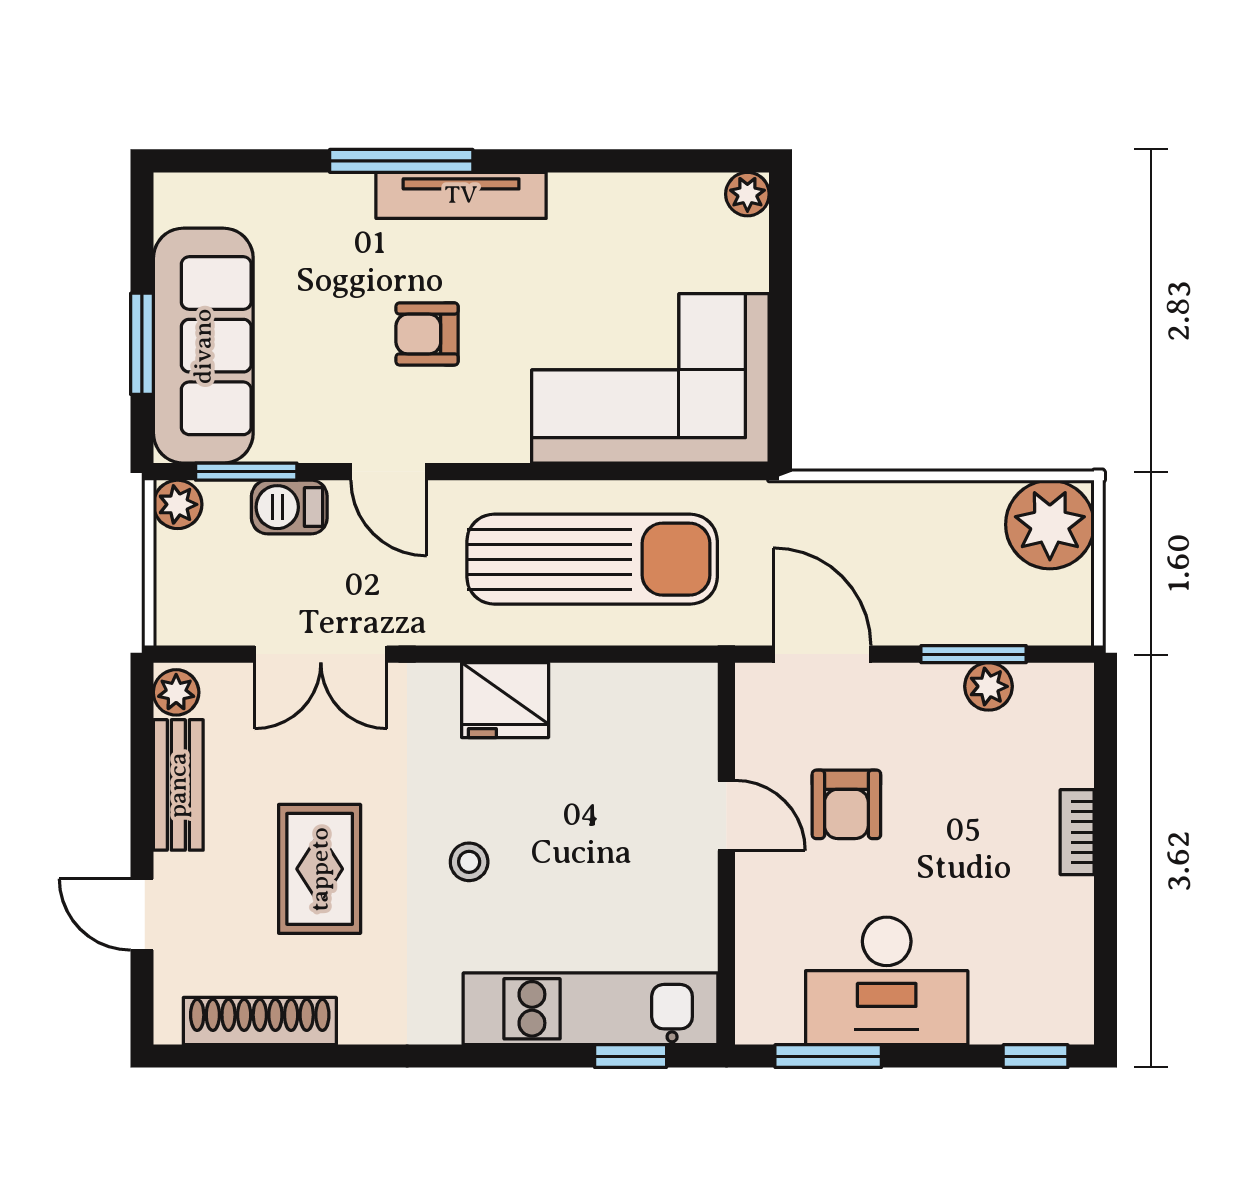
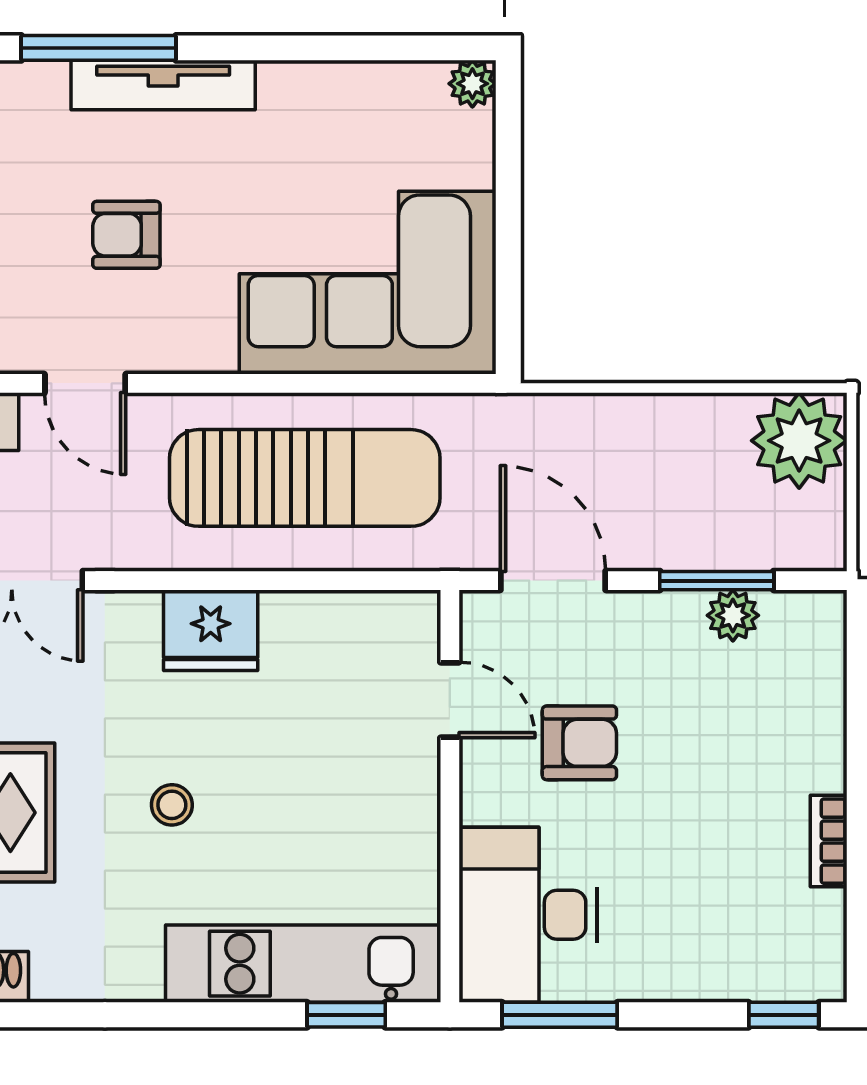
armchair: (846, 804) -> (579, 743), turned -90
door: (726, 815) -> (450, 700), moved
bookcase: (1077, 832) -> (829, 841), moved
desk: (887, 981) -> (528, 915), moved, turned 90

